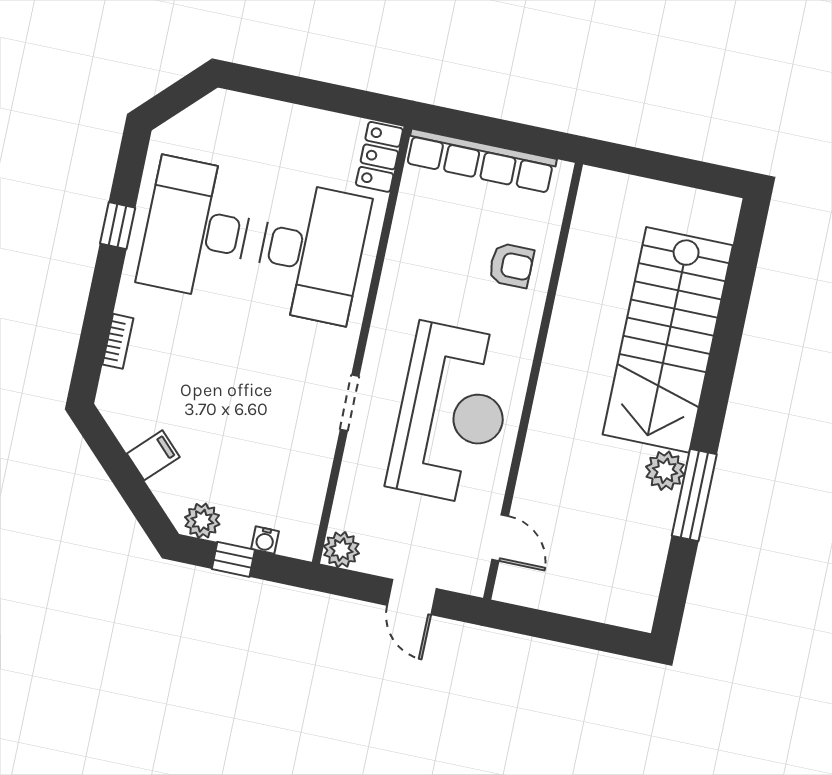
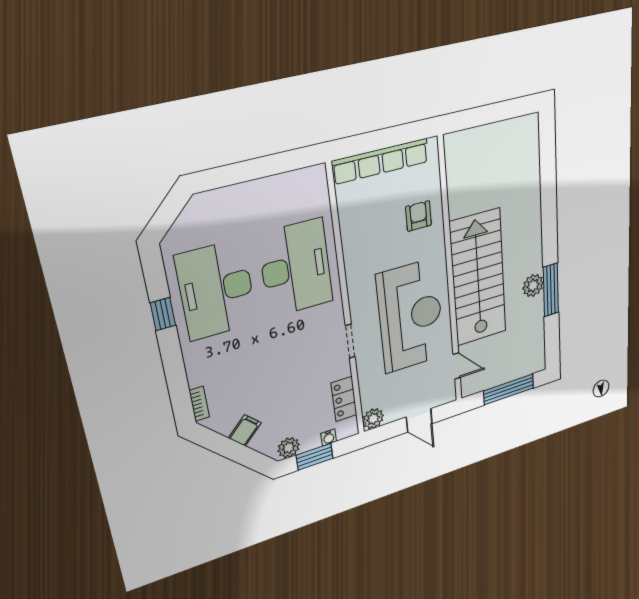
locker: (379, 157) -> (344, 399), moved
armchair: (511, 265) -> (418, 216), turned -90
stairs: (668, 340) -> (478, 278), moved, turned 180
bookcase: (118, 341) -> (199, 404), moved
window: (233, 559) -> (315, 457), width x1.50
window: (576, 632) -> (509, 389), added

